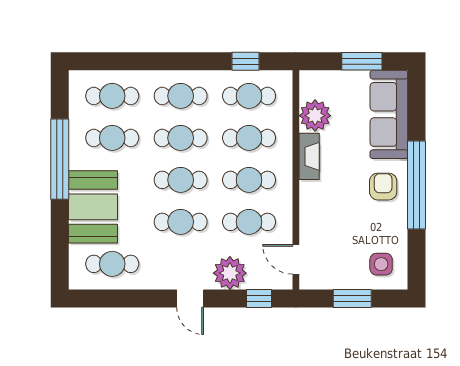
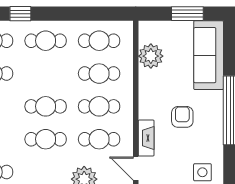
window: (246, 61) -> (20, 14), moved
cafe table: (181, 138) -> (46, 74), removed
fireplace: (309, 156) -> (146, 138), moved
armchair: (383, 187) -> (182, 117), moved

